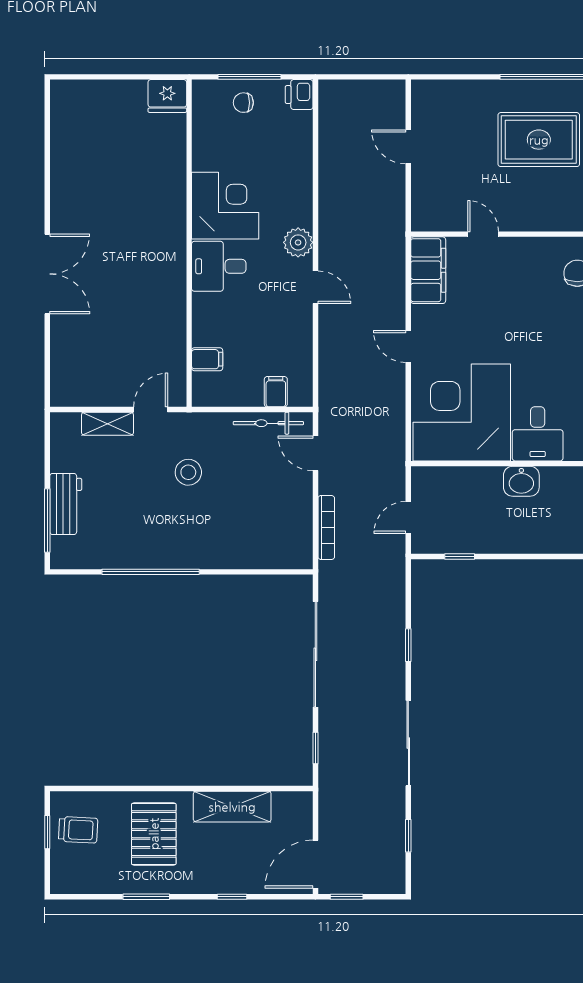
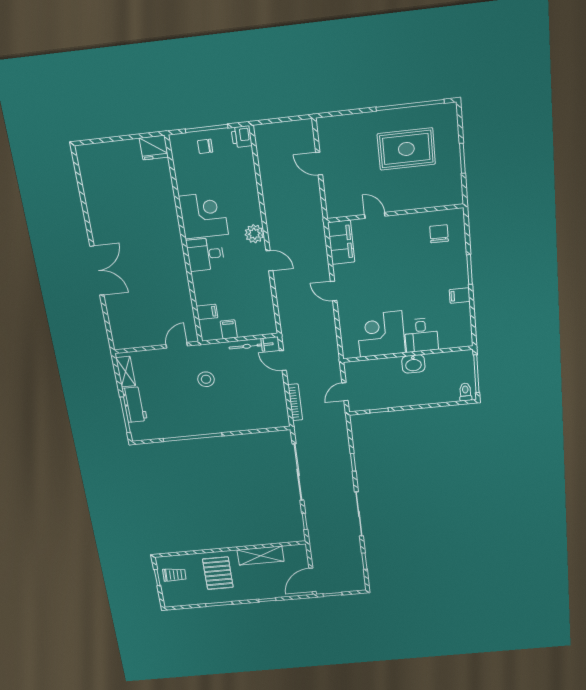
filing cabinet: (276, 392) -> (229, 329), moved
corner desk: (462, 412) -> (381, 334), width x0.74, depth x0.74
shelving: (107, 424) -> (126, 372), moved, turned 90

